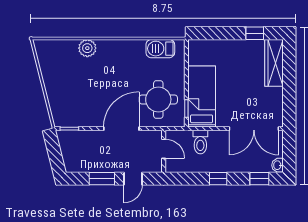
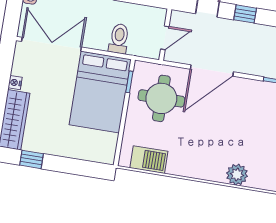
nightstand: (278, 93) -> (15, 83), added
bed: (202, 97) -> (100, 92), width x1.50
door: (164, 149) -> (165, 38), swing flipped
window: (102, 179) -> (245, 14), width x0.67

